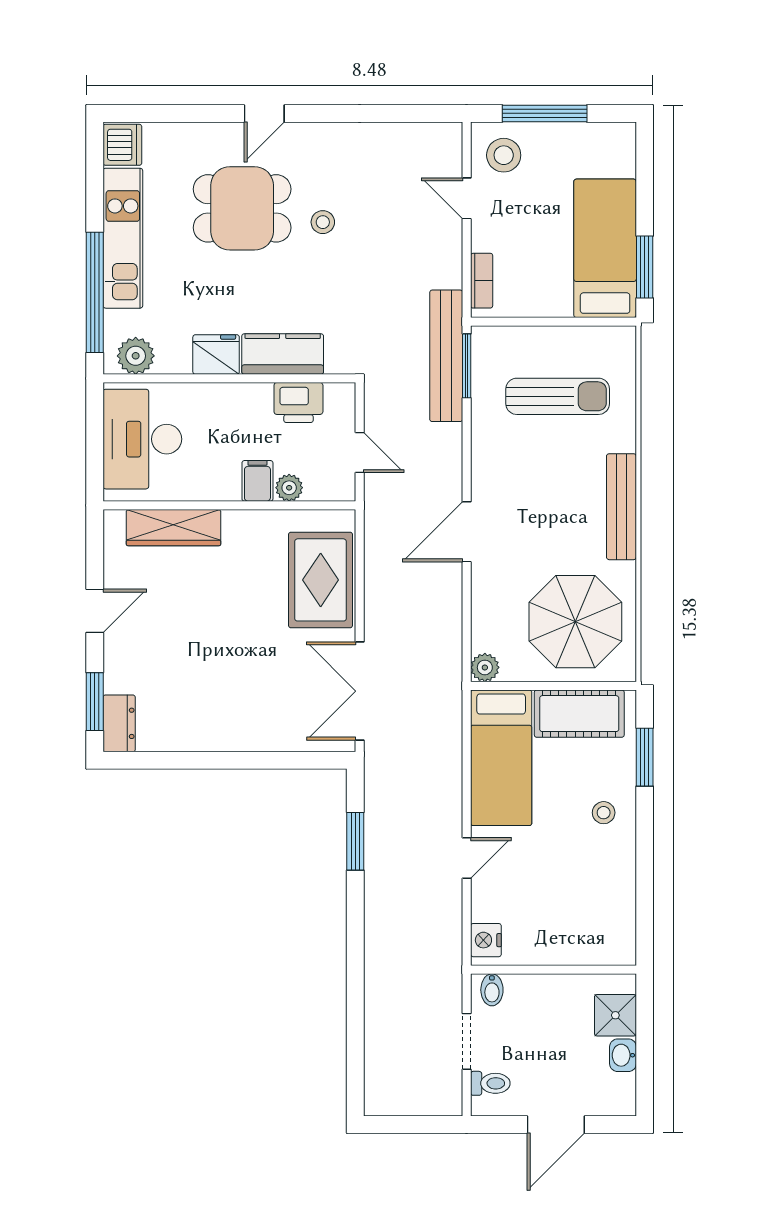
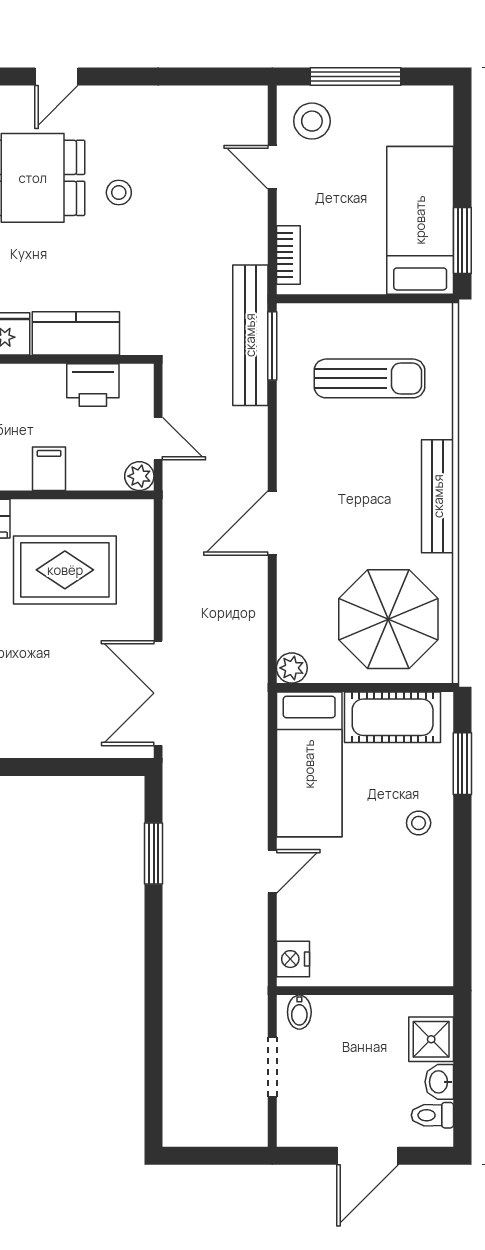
plant: (289, 488) -> (139, 476), moved
rug: (321, 580) -> (65, 570), moved, turned 90
toilet: (490, 1083) -> (432, 1115), moved, turned 180

